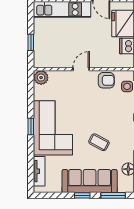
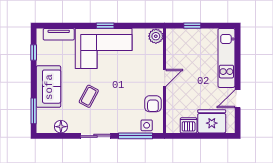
door: (81, 69) -> (165, 78), hinge flipped
sofa: (90, 181) -> (49, 87), width x0.73
window: (82, 195) -> (34, 52), moved

